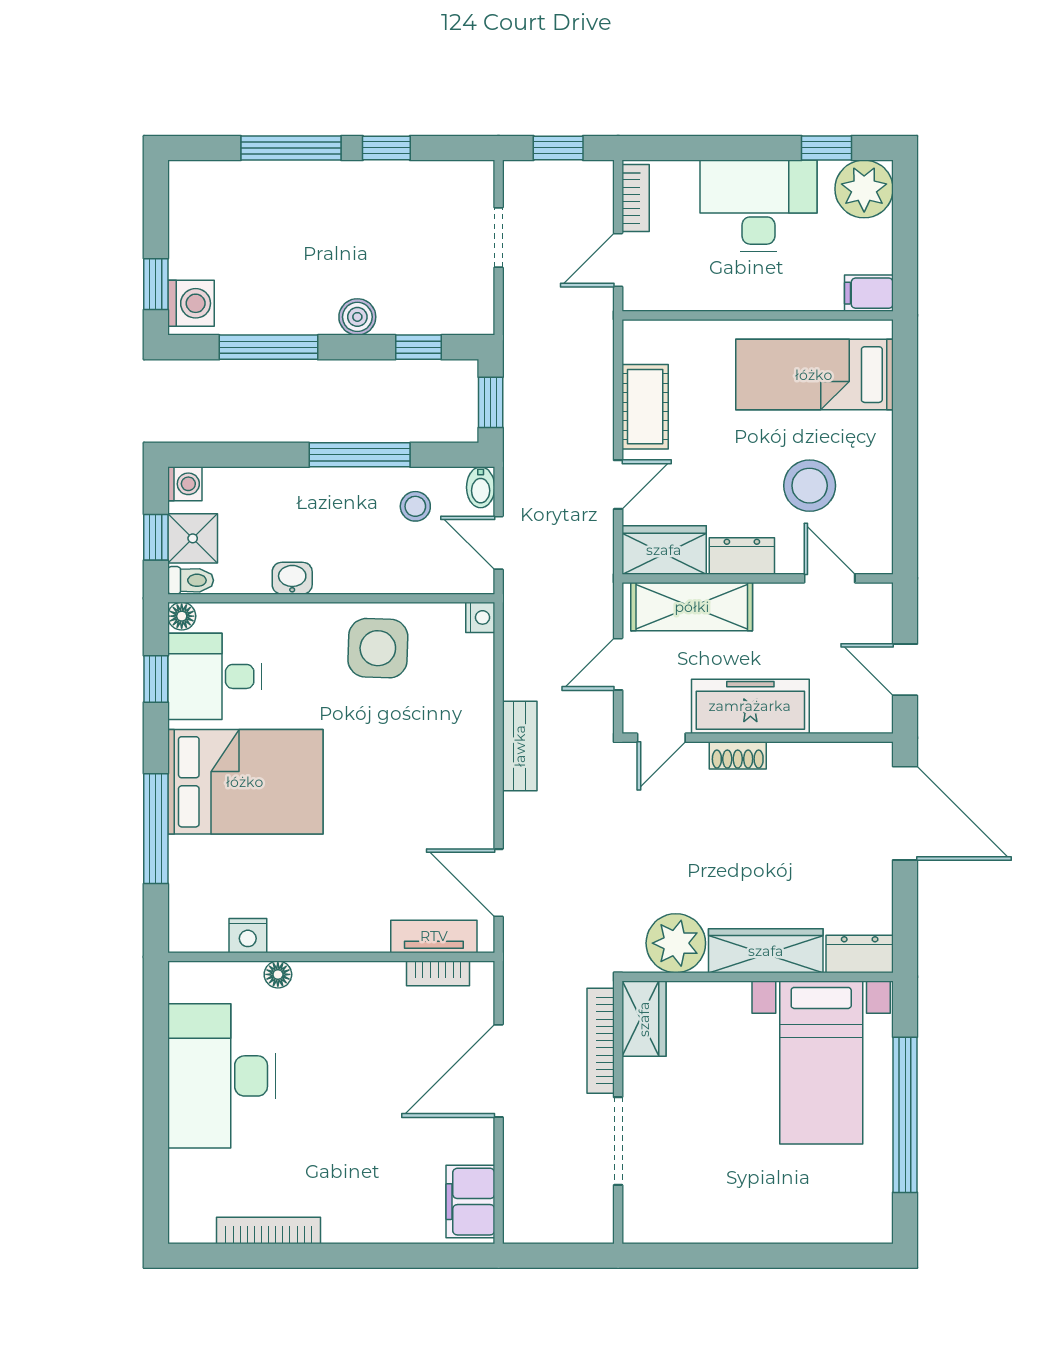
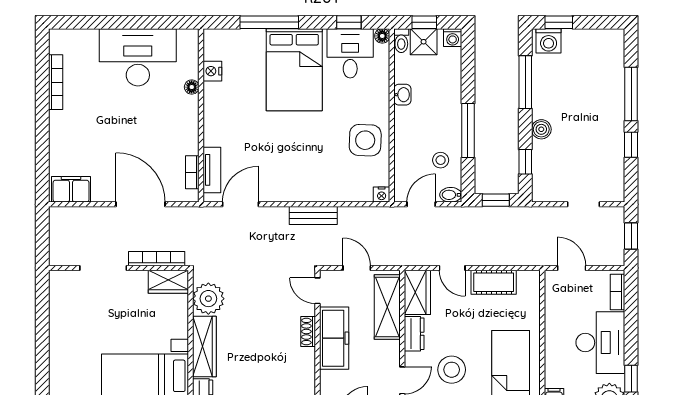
bookcase: (636, 198) -> (618, 292), moved, turned 90

